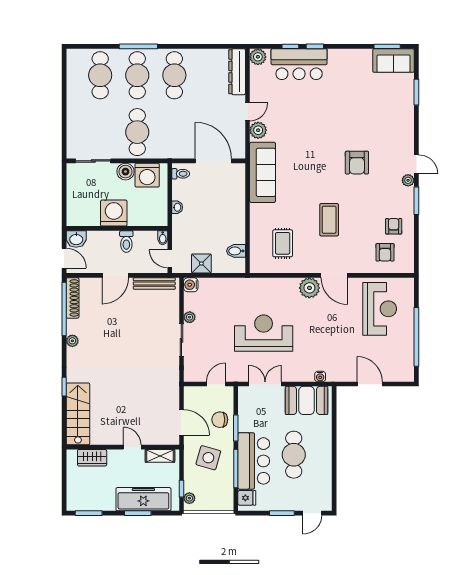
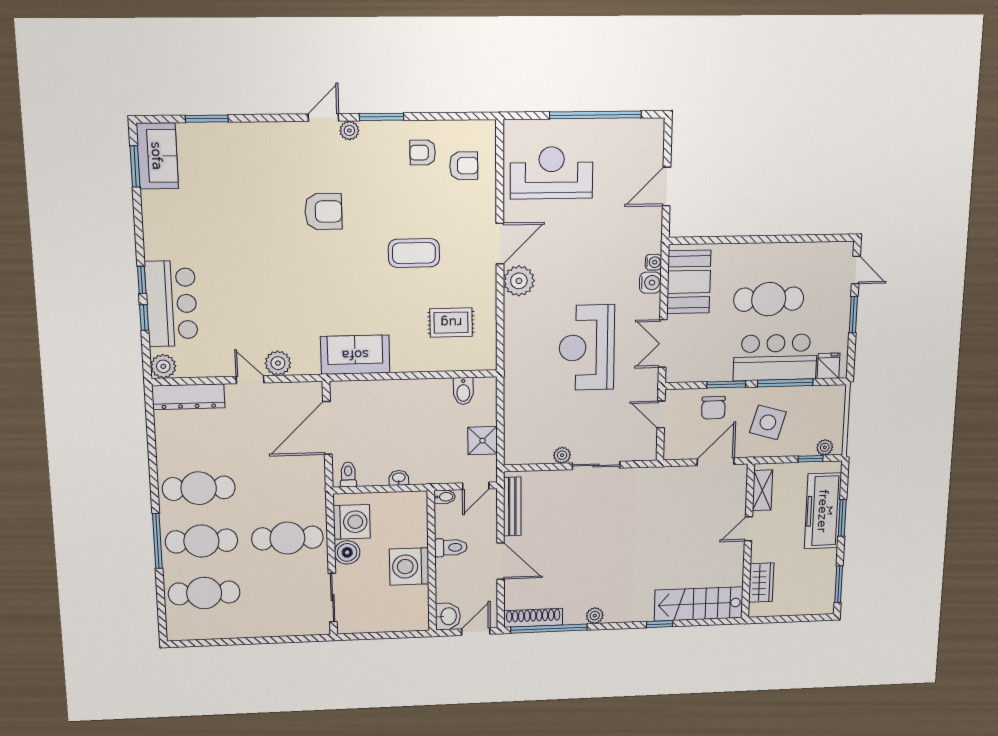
sofa: (263, 172) -> (355, 355), width x0.73
water cooler: (191, 285) -> (650, 283), moved, turned -90

